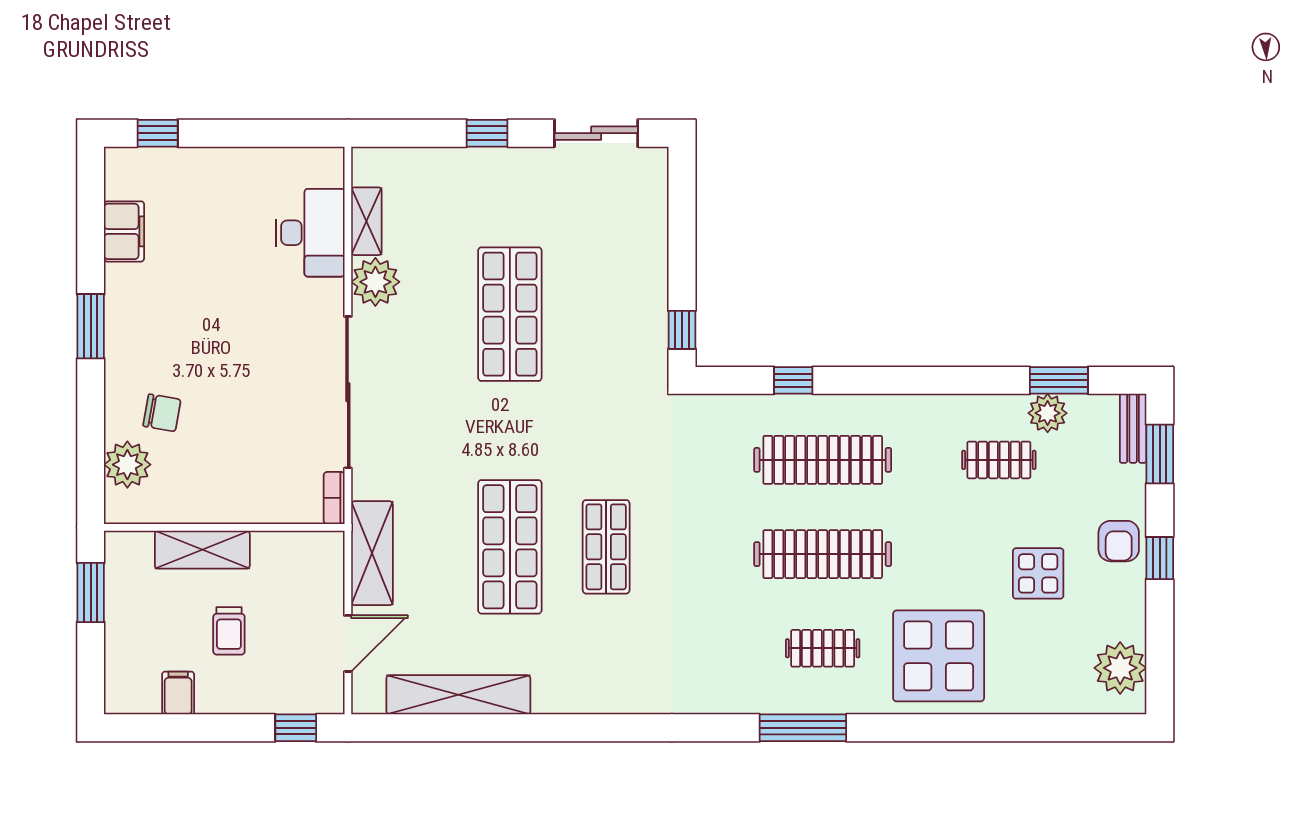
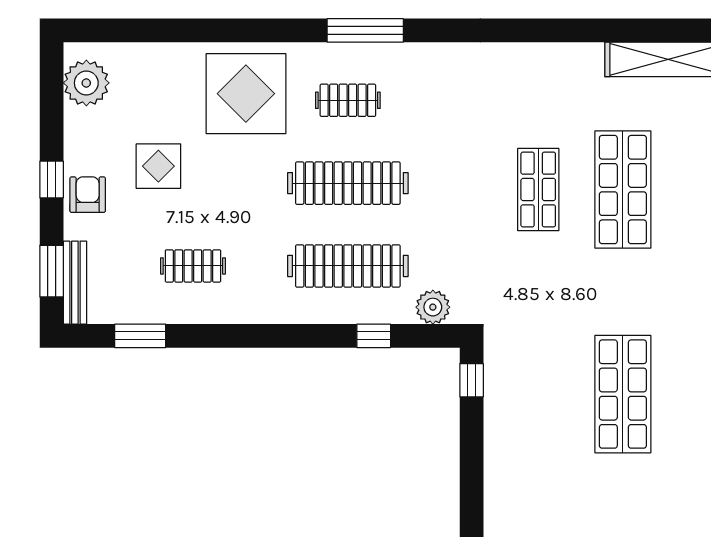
plant: (1048, 413) -> (433, 307), moved
bench: (1133, 428) -> (75, 283), width x1.36

